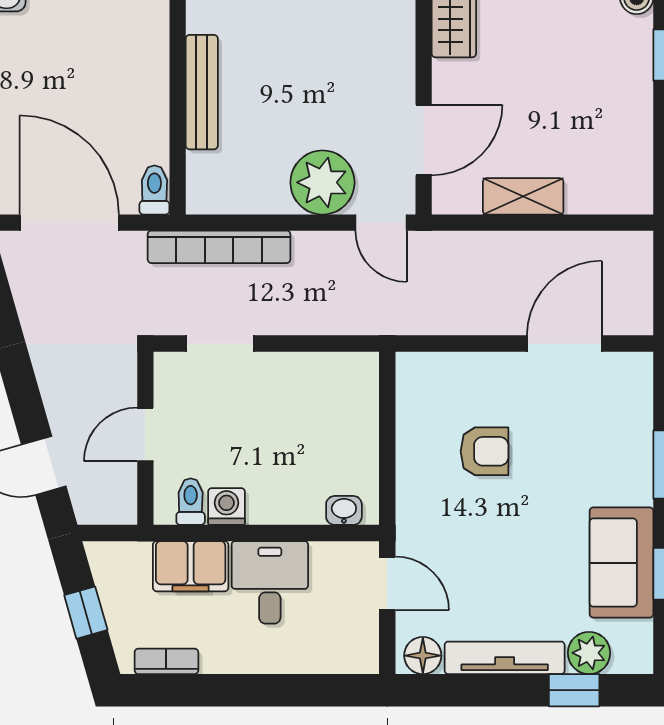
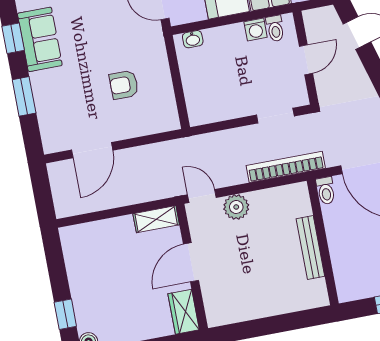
door: (424, 140) -> (191, 262), moved
plant: (322, 182) -> (236, 207), width x0.73, depth x0.73
shelving: (523, 196) -> (156, 219), moved

